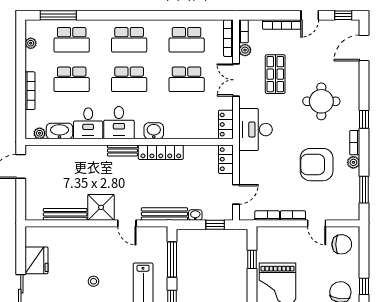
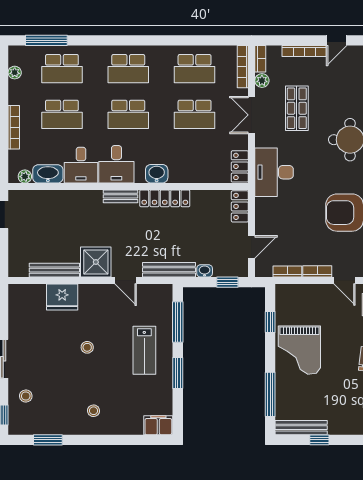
fridge: (37, 260) -> (62, 297), moved, turned 90

